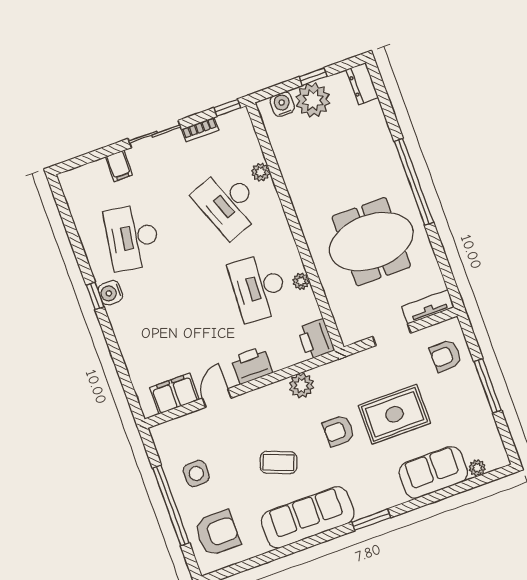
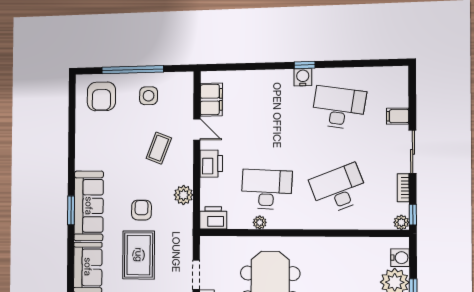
plant: (261, 172) -> (401, 222), moved
coffee table: (278, 462) -> (159, 148), moved
sofa: (308, 517) -> (89, 206), moved

